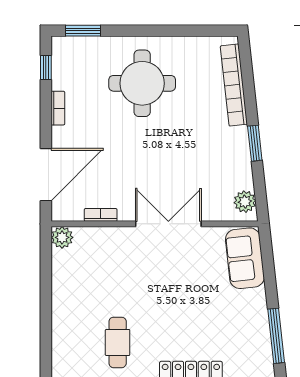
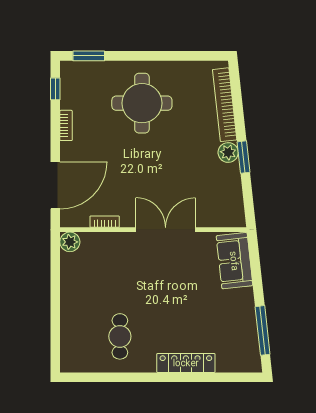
plant: (245, 202) -> (228, 153), moved

